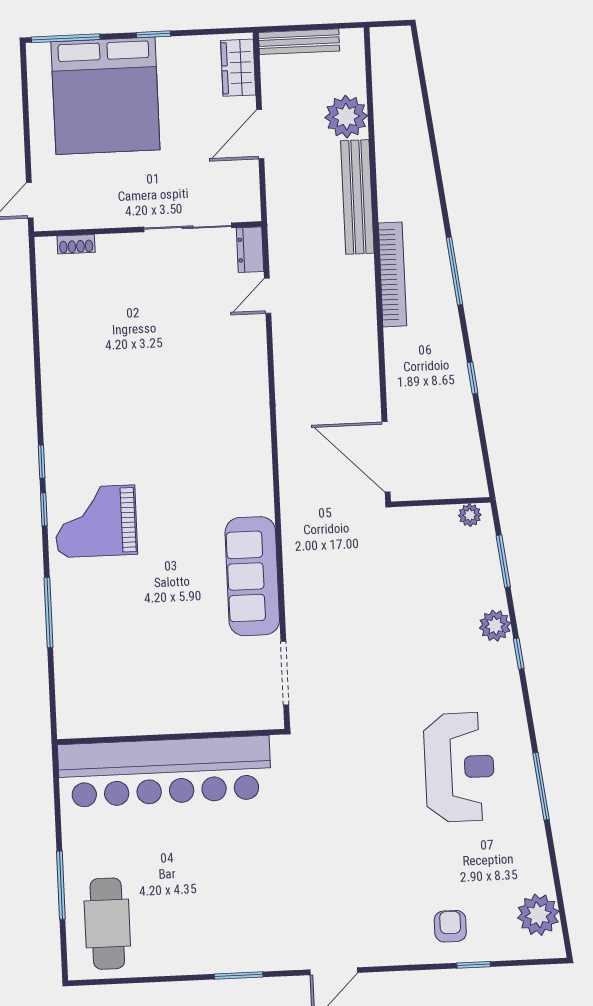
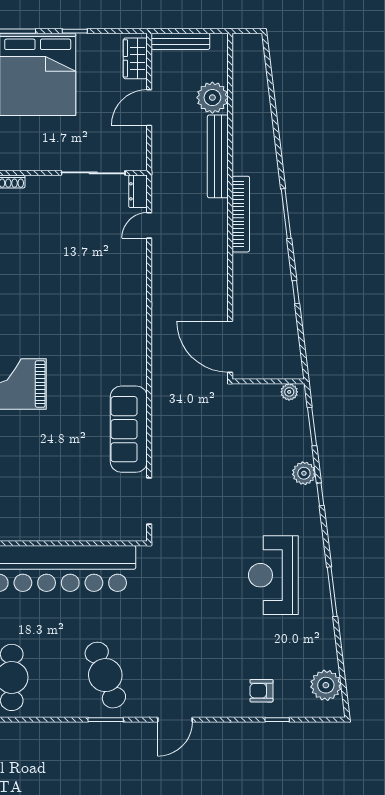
reception desk: (459, 767) -> (273, 575), turned 180
cafe table: (235, 915) -> (105, 675), added
armchair: (450, 926) -> (261, 691), turned -90

